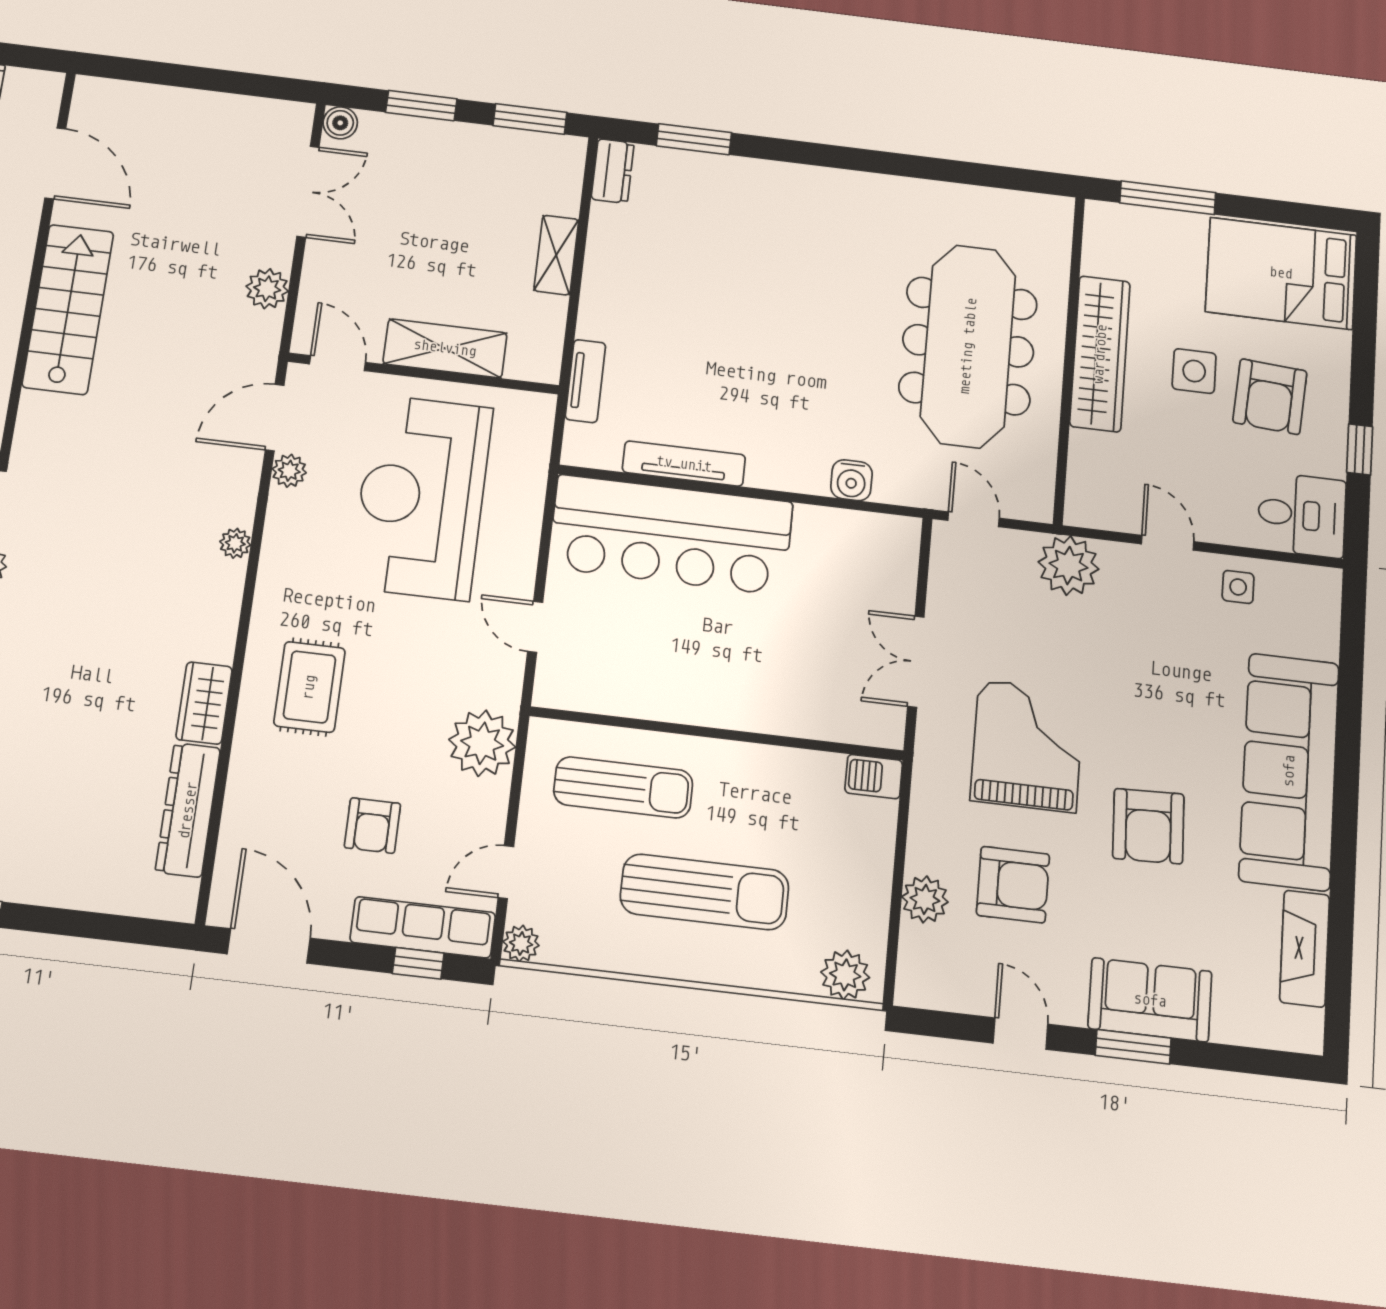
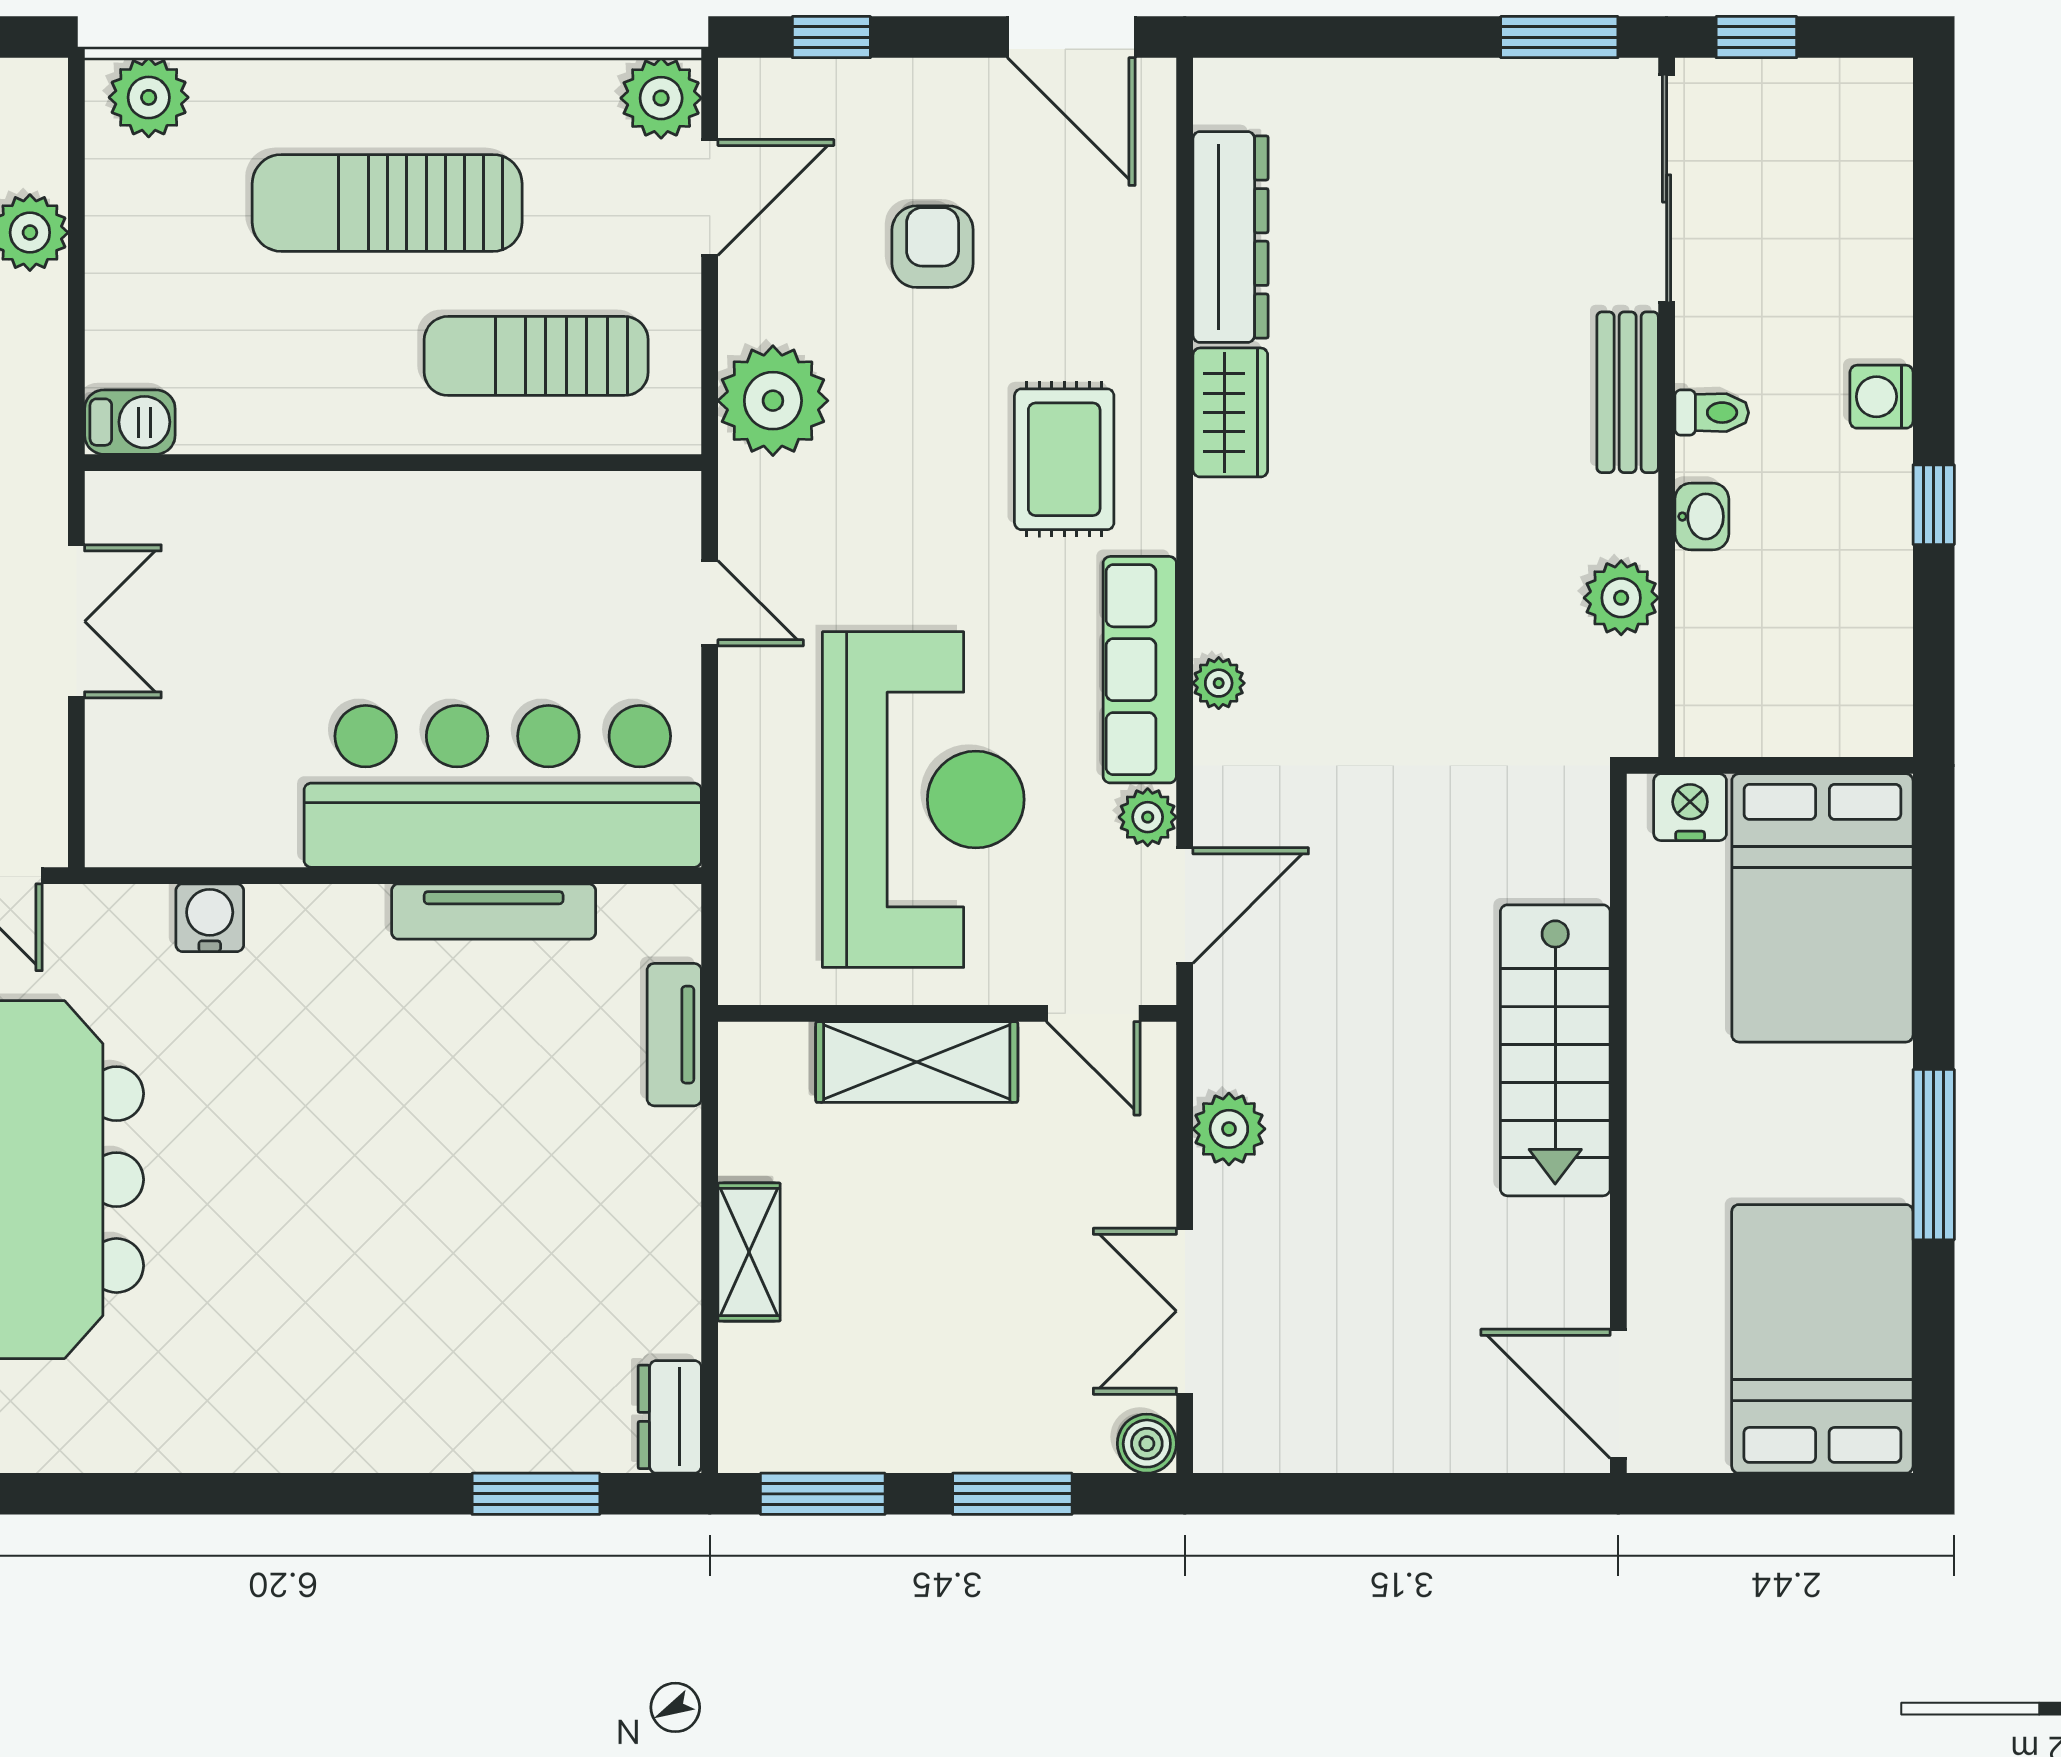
door: (55, 163) -> (1618, 1394), moved
door: (506, 872) -> (710, 197), width x1.38
row of seats: (423, 927) -> (1140, 670), moved, turned 90
plant: (521, 943) -> (661, 98), width x1.38, depth x1.38

